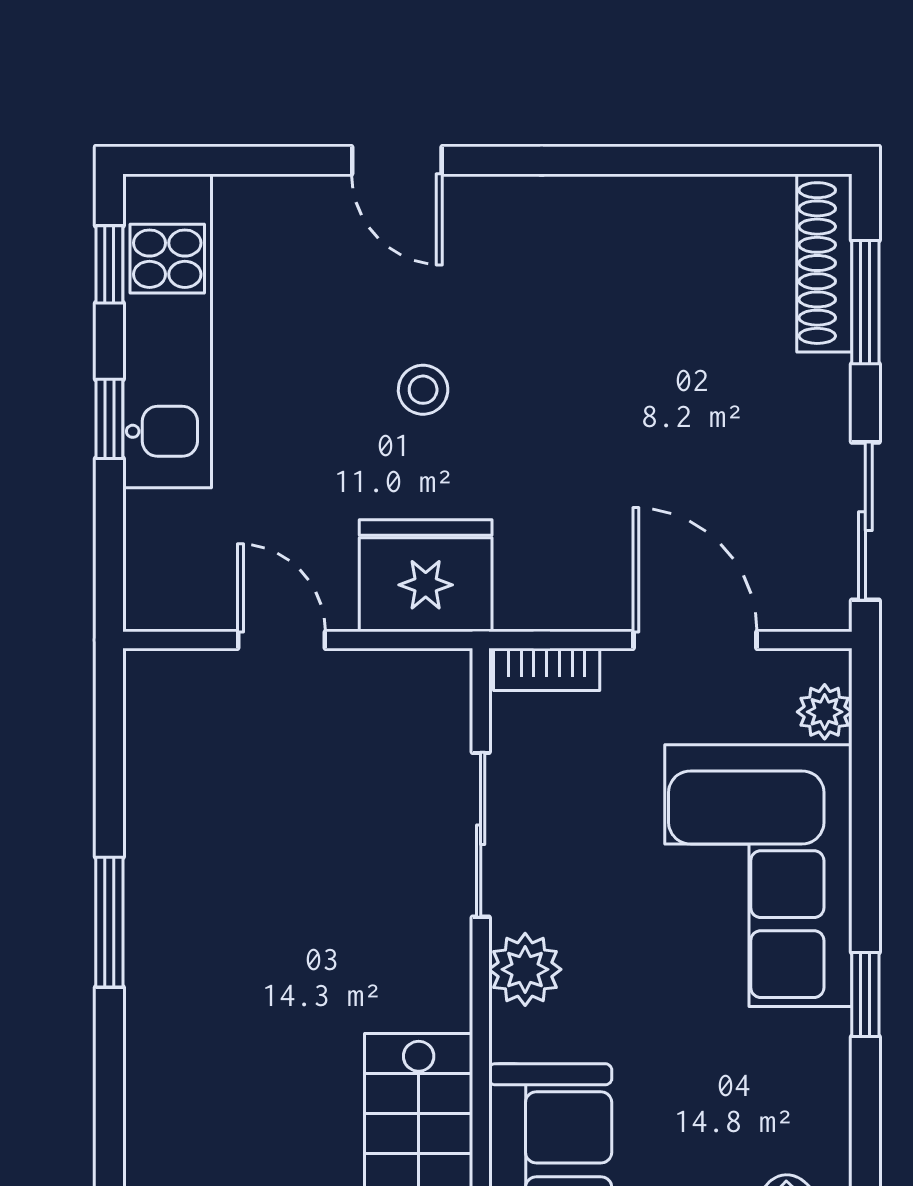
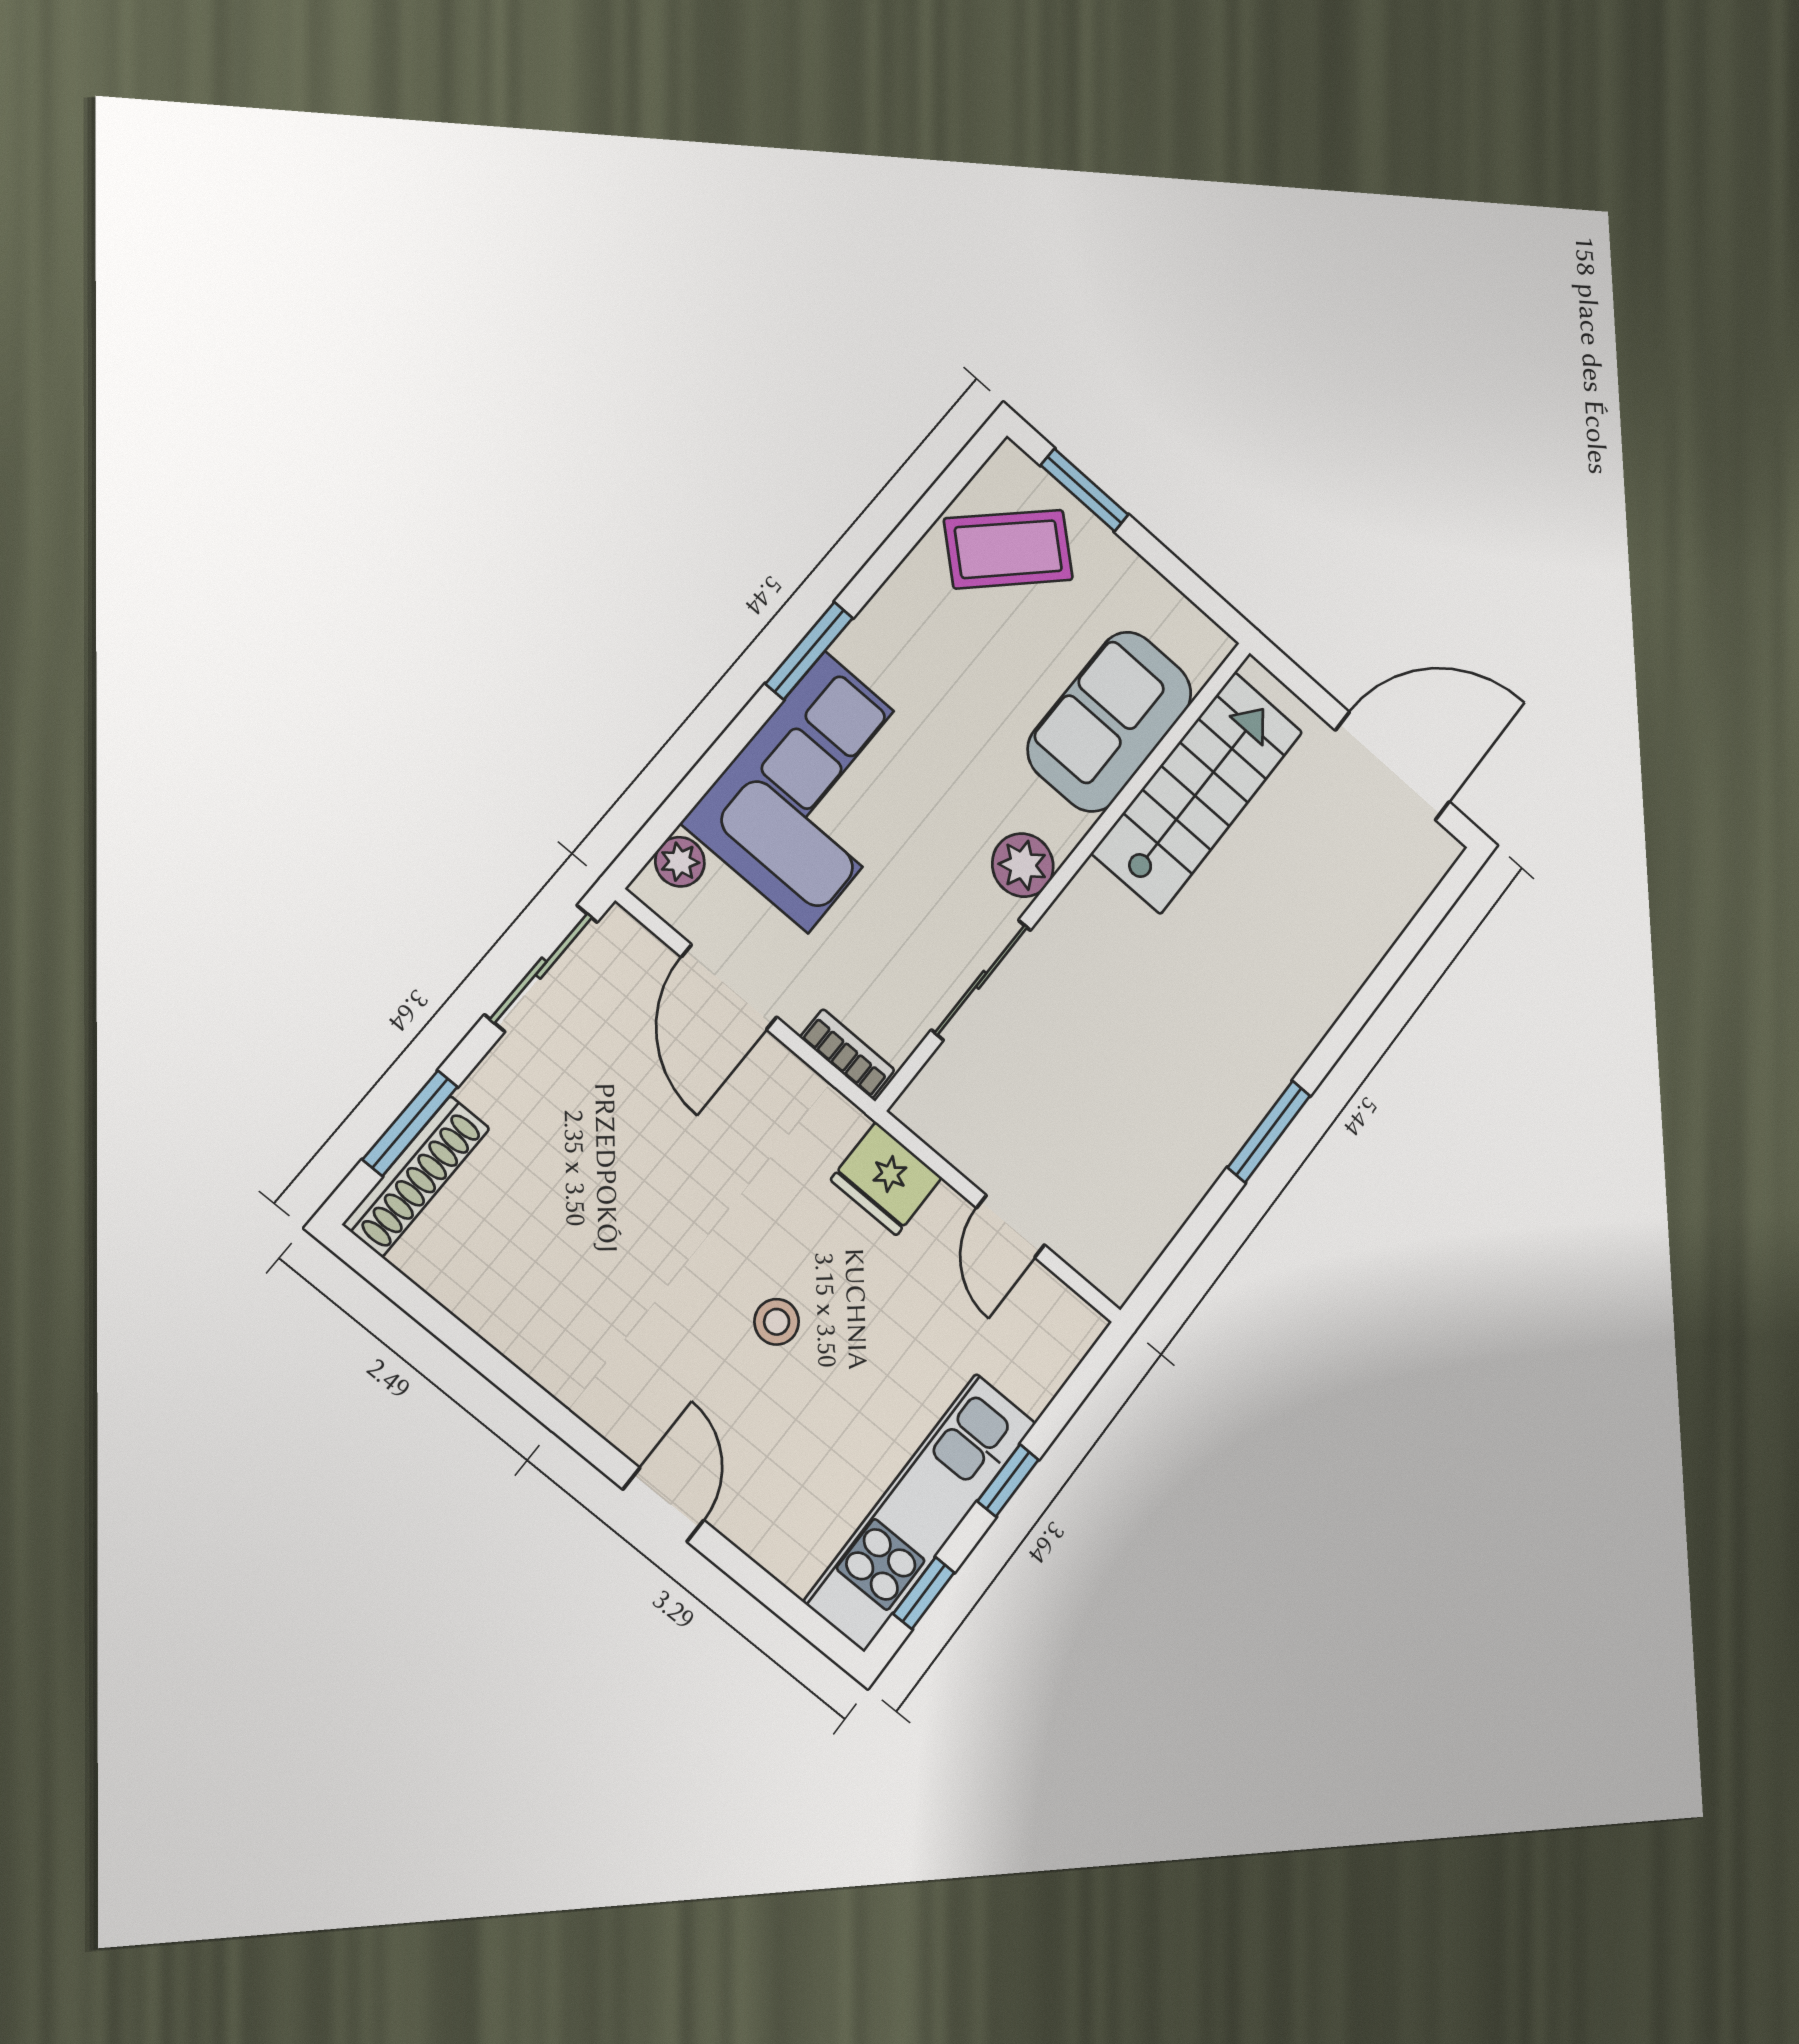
fridge: (426, 576) -> (886, 1179), width x0.73, depth x0.75
window: (865, 995) -> (809, 651), width x1.50

